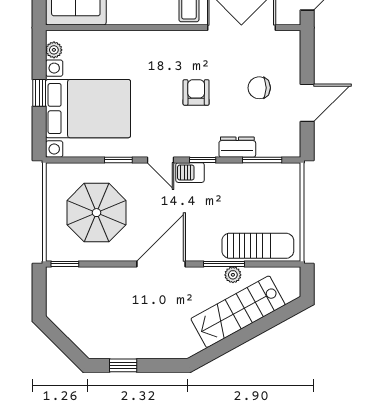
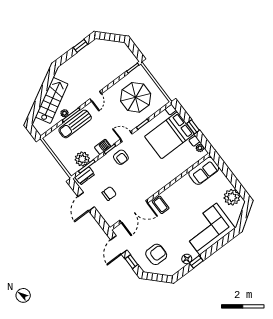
armchair: (196, 92) -> (121, 157), moved
dresser: (237, 147) -> (85, 176), moved
barbecue: (190, 173) -> (103, 147), moved
plant: (261, 178) -> (82, 159), added
sun lounger: (258, 246) -> (75, 124), moved
door: (161, 264) -> (96, 96), width x0.53

